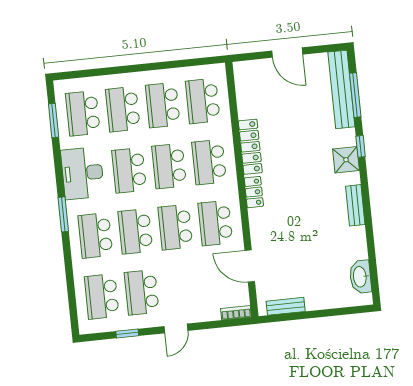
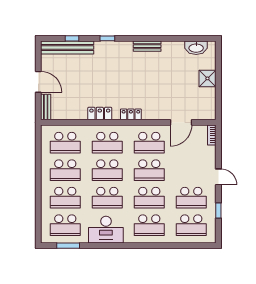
door: (287, 53) -> (38, 82), hinge flipped
window: (355, 95) -> (72, 38), width x0.46
locker: (250, 147) -> (100, 114), width x0.66
shower: (346, 160) -> (207, 78), moved
window: (63, 214) -> (133, 246), removed
bench: (286, 306) -> (46, 107), moved

